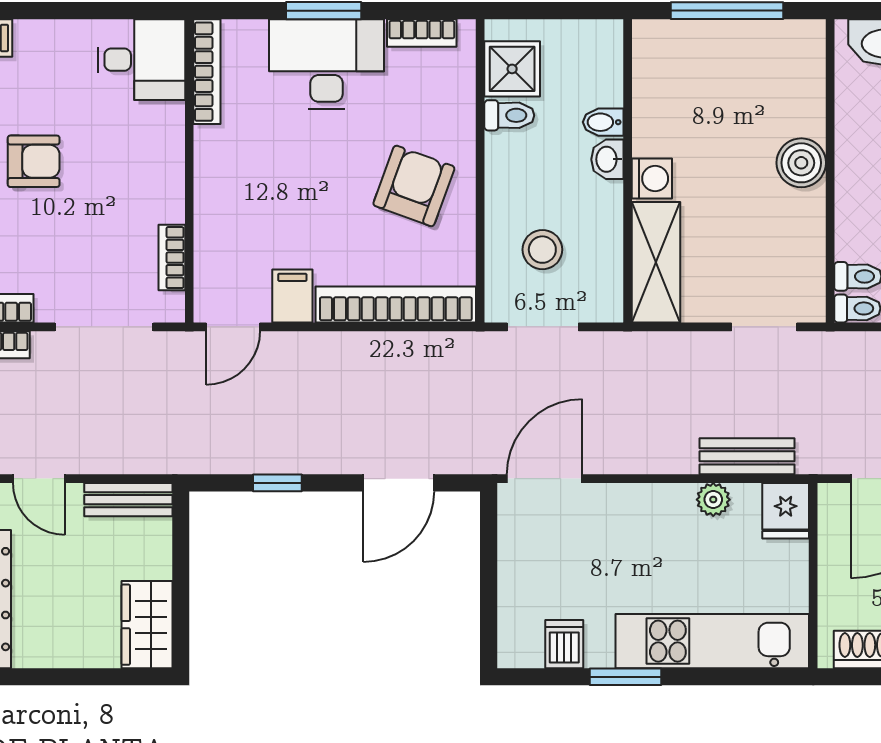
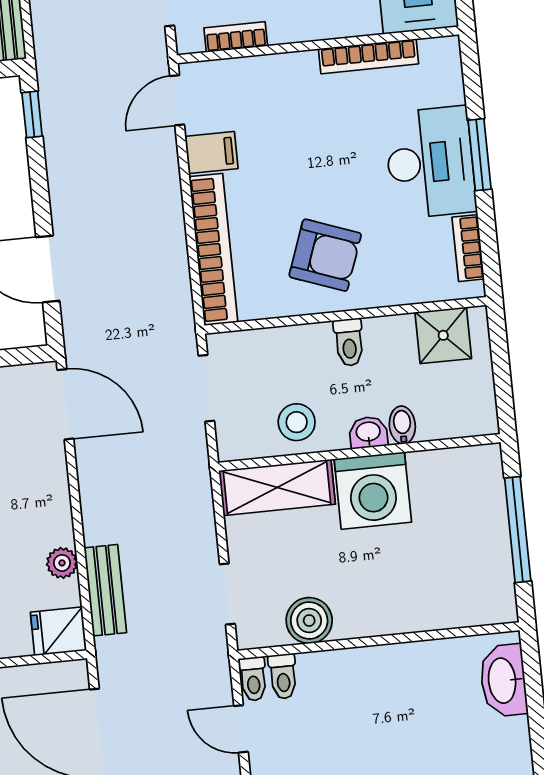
bookcase: (207, 72) -> (368, 56), moved
toilet: (509, 115) -> (349, 342), moved
boiler: (801, 163) -> (309, 620), moved
washing machine: (652, 179) -> (373, 491), width x1.89, depth x1.89
stool: (542, 250) -> (297, 422), moved
door: (233, 327) -> (177, 100), hinge flipped
window: (277, 483) -> (32, 114), moved

